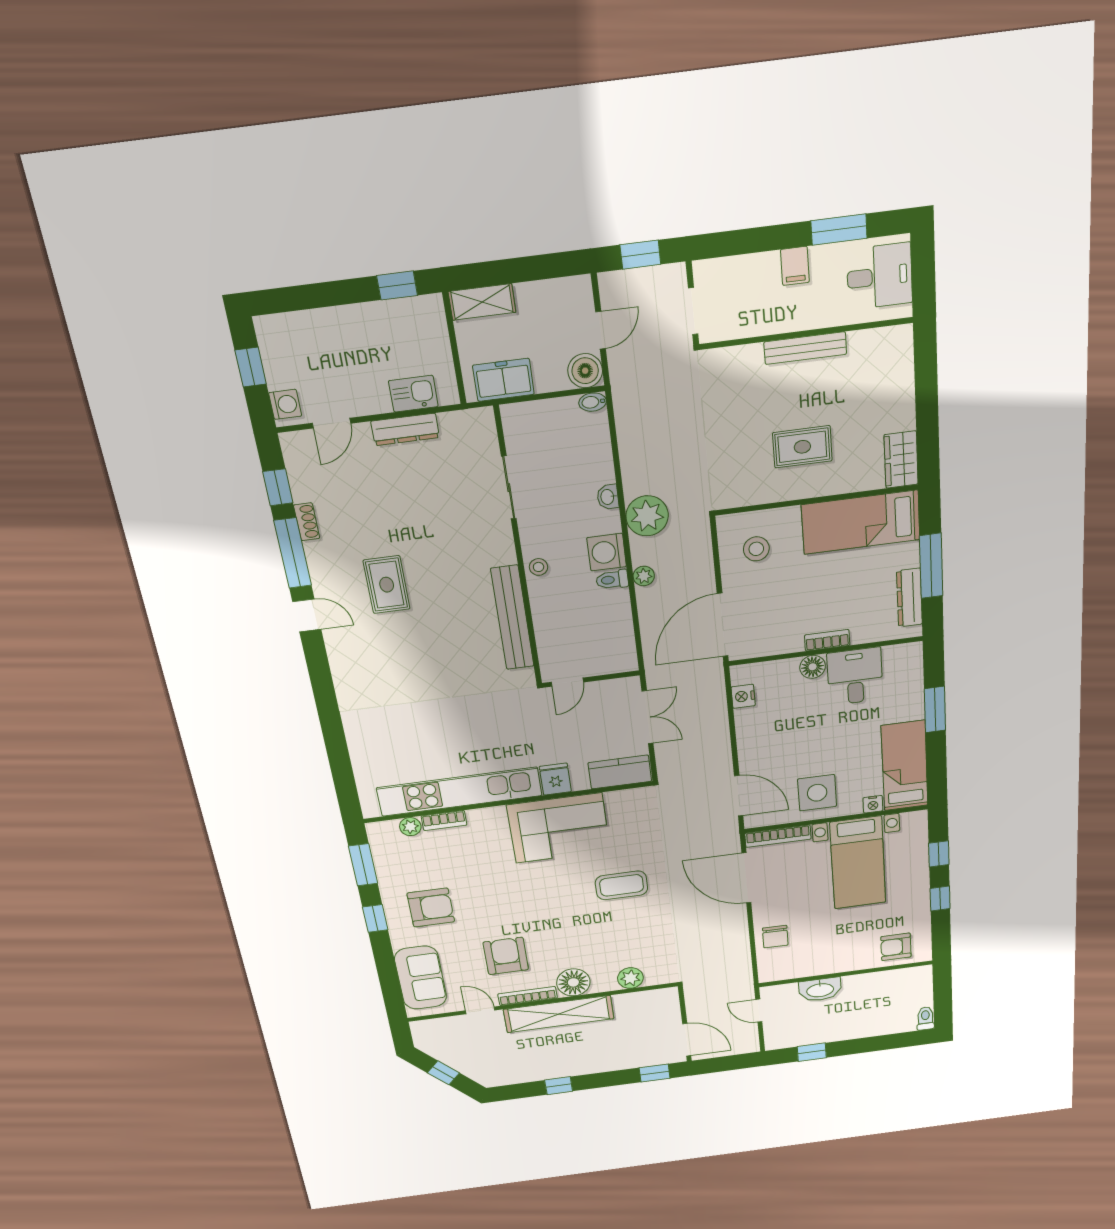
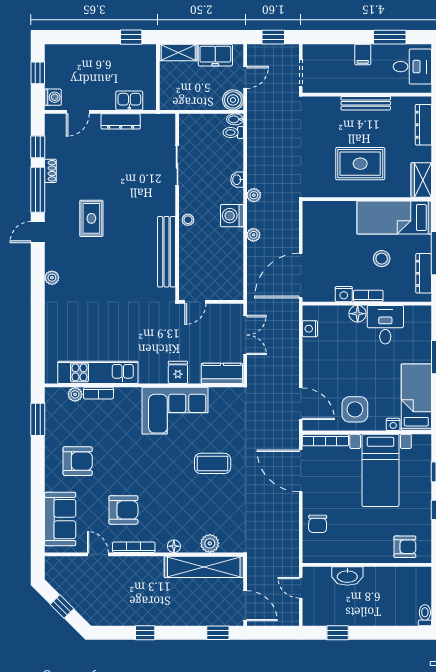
dresser: (901, 371) -> (423, 125), added
freezer: (503, 380) -> (215, 55), moved, turned 180
rug: (802, 447) -> (360, 164), width x1.36, depth x1.43
plant: (647, 516) -> (254, 195), width x0.53, depth x0.53
stool: (756, 549) -> (382, 259), moved
toilet: (612, 580) -> (233, 133), moved
door: (307, 615) -> (38, 232), swing flipped
nightstand: (790, 642) -> (344, 294), added
plant: (343, 677) -> (52, 278), added
kitchen unit: (459, 792) -> (98, 372), width x0.73
window: (375, 918) -> (38, 464), removed
armchair: (896, 947) -> (405, 547), turned 180
armchair: (506, 956) -> (123, 510), turned 90
floor lamp: (573, 982) -> (174, 546), width x0.53, depth x0.53
shelving: (559, 1014) -> (204, 567), moved

